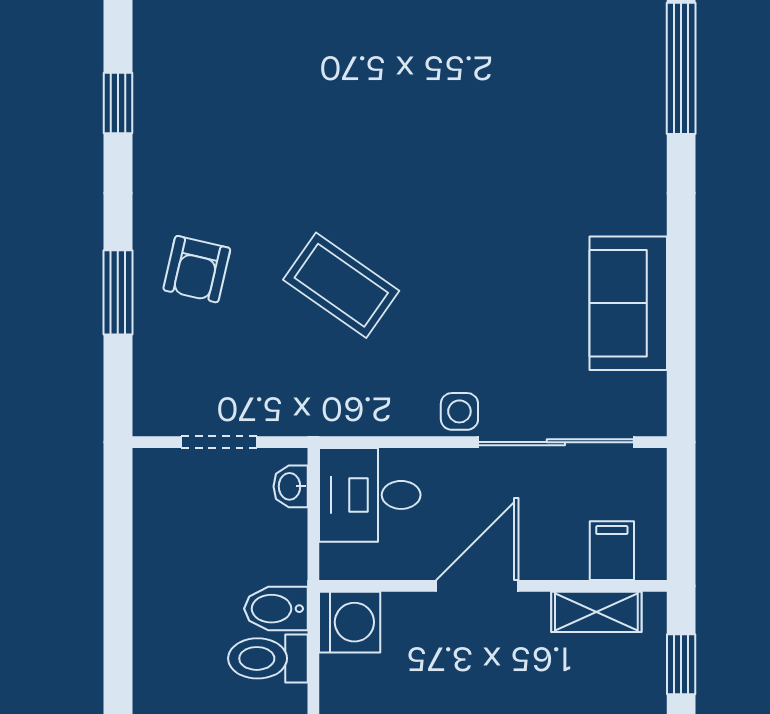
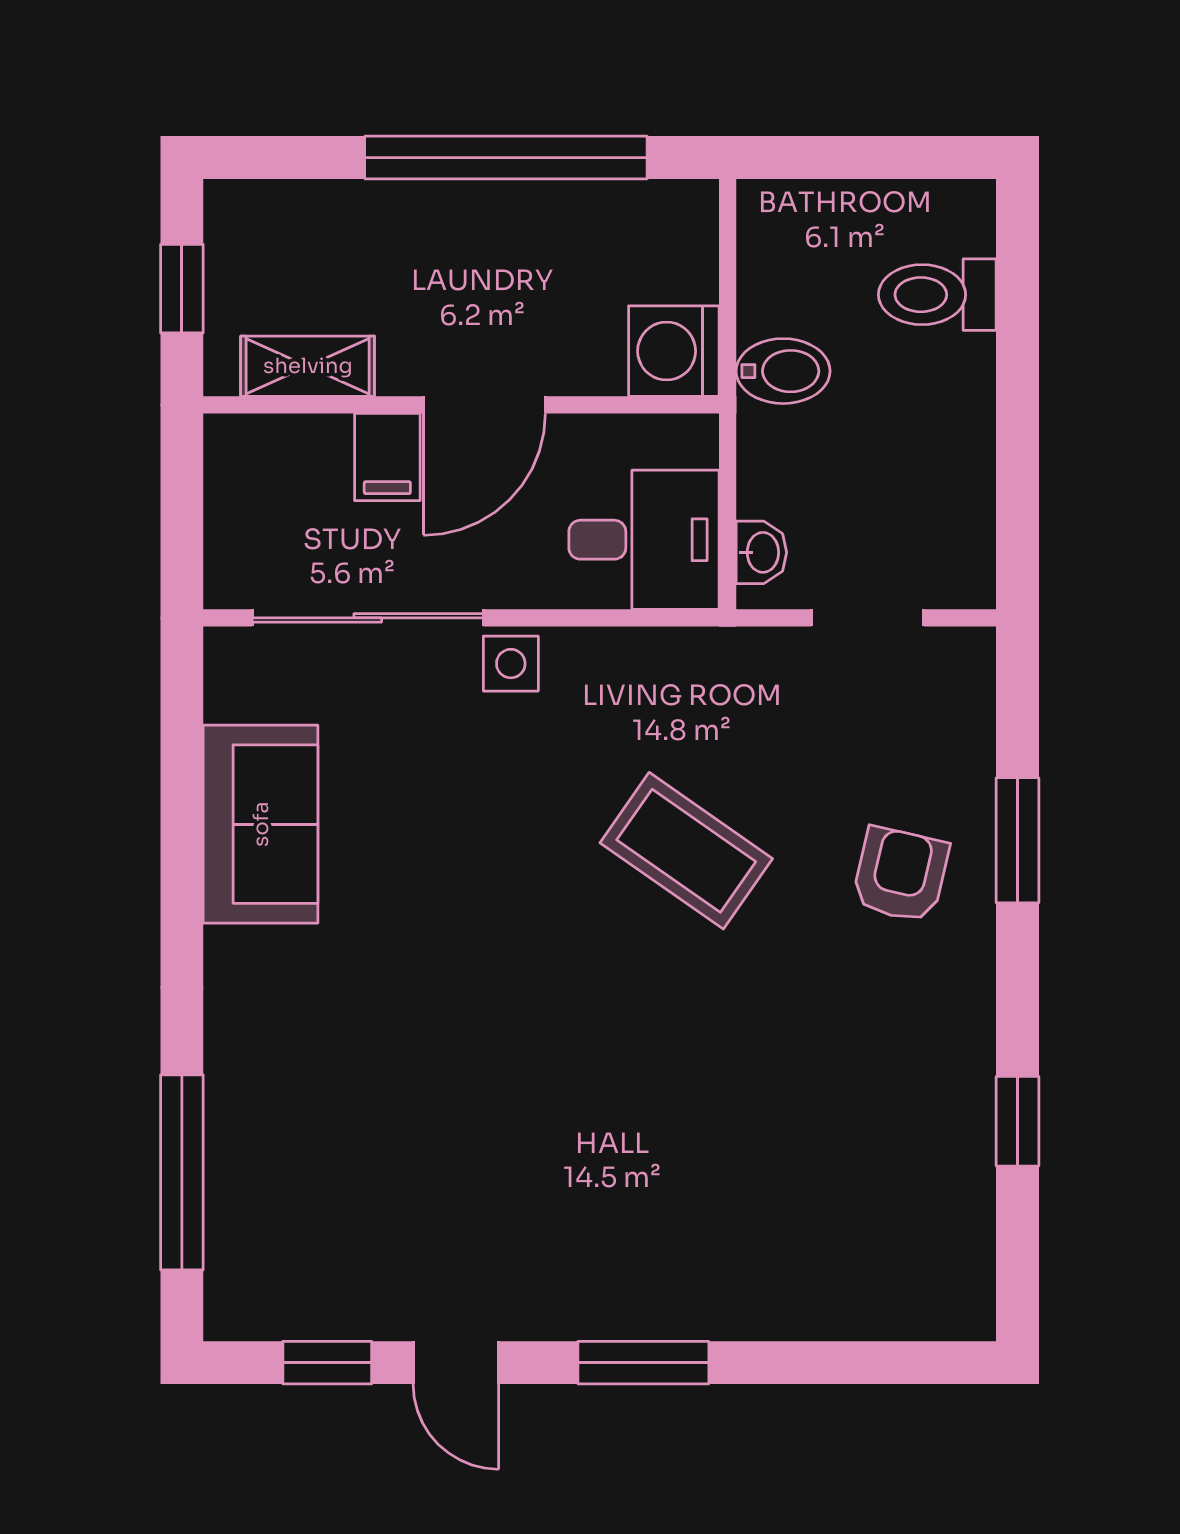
filing cabinet: (612, 551) -> (387, 457), moved
toilet: (268, 658) -> (937, 295), moved, turned 180

